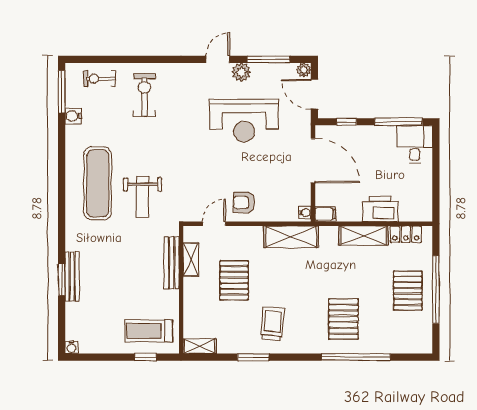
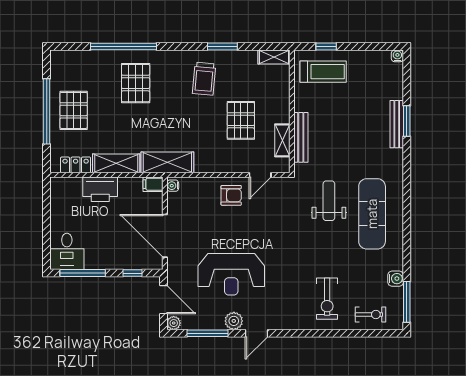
reception desk: (244, 121) -> (231, 274), turned 180
shelving: (291, 237) -> (167, 162), moved

